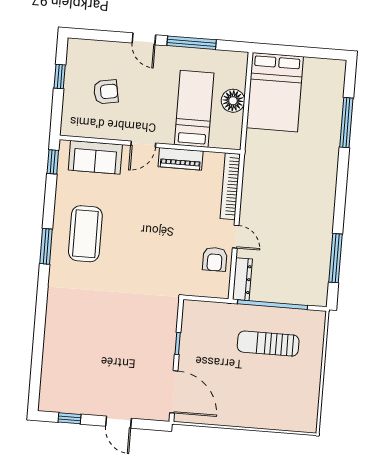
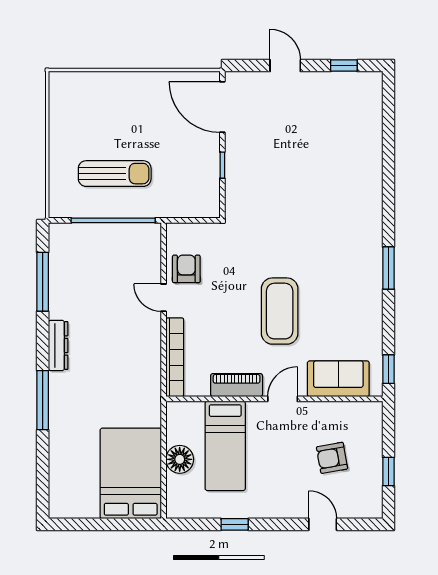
door: (144, 39) -> (323, 524), moved
window: (192, 43) -> (235, 524), width x0.46
window: (346, 123) -> (43, 400), moved
coffee table: (85, 234) -> (280, 311), moved
dresser: (242, 279) -> (58, 345), moved, turned 180

